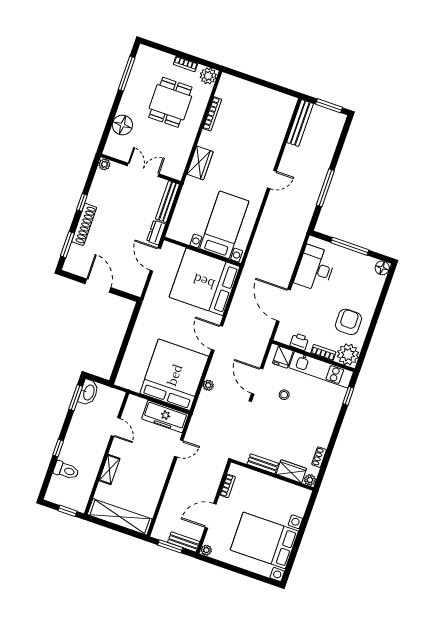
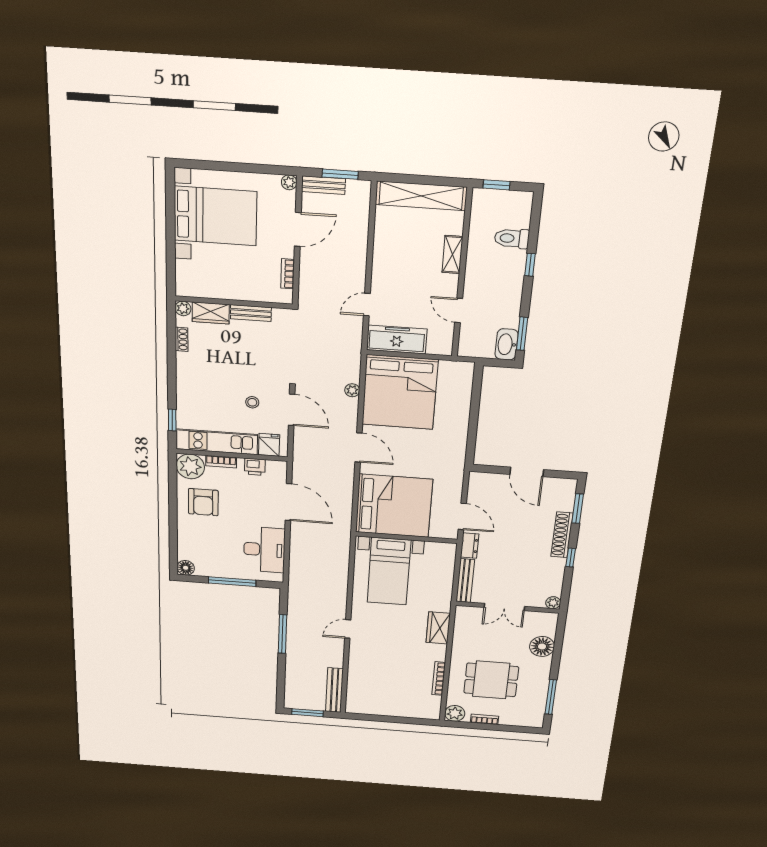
dining table: (170, 102) -> (491, 680), turned 90

